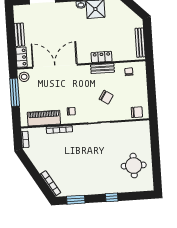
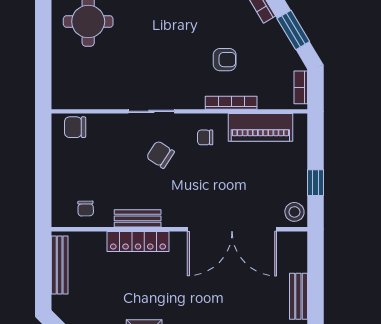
locker: (21, 57) -> (297, 251), removed
locker: (102, 57) -> (138, 241), width x1.53
window: (15, 92) -> (315, 183), width x0.46
chair: (106, 97) -> (160, 155), moved
armchair: (64, 151) -> (225, 60), added
window: (31, 168) -> (293, 30), added

